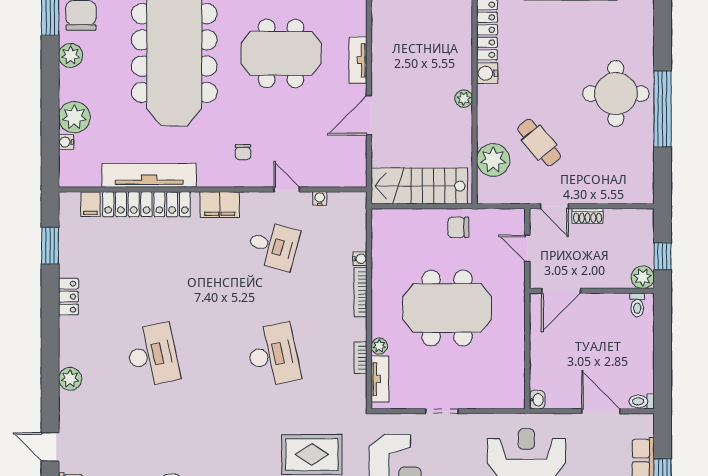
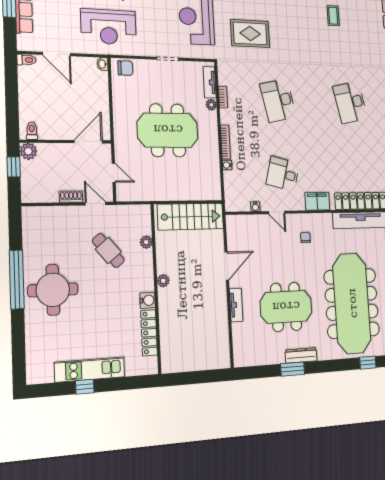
plant: (493, 160) -> (146, 242), width x0.53, depth x0.53
chair: (458, 227) -> (125, 68), moved

